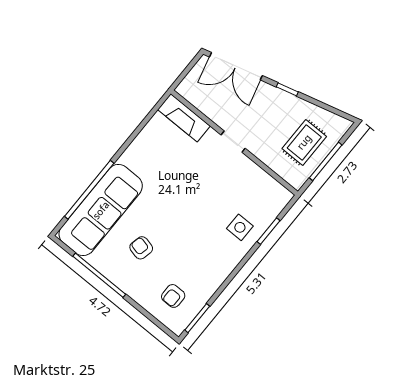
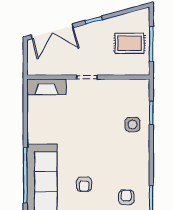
rug: (304, 142) -> (129, 43), turned 90
armchair: (141, 248) -> (84, 184), turned -103
armchair: (173, 296) -> (126, 197), turned 180

